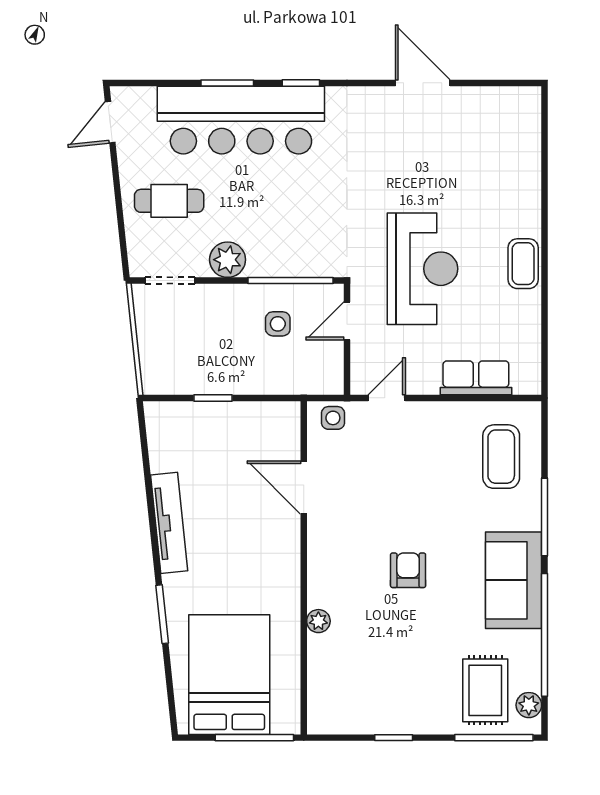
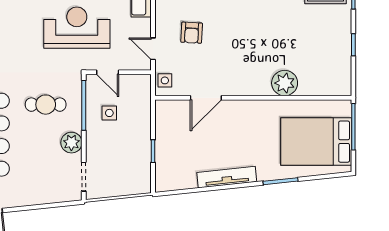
cafe table: (169, 201) -> (46, 105), moved, turned 90
armchair: (408, 570) -> (192, 33), moved, turned -87
plant: (318, 621) -> (285, 83), width x1.88, depth x1.88

